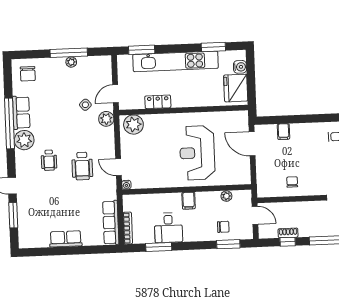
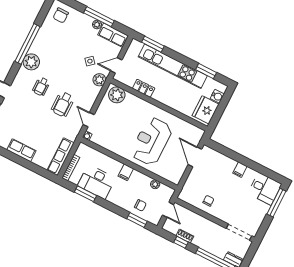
row of seats: (21, 113) -> (113, 35), moved, turned 90
filing cabinet: (283, 132) -> (240, 170), moved
desk: (168, 228) -> (97, 182), width x1.37

